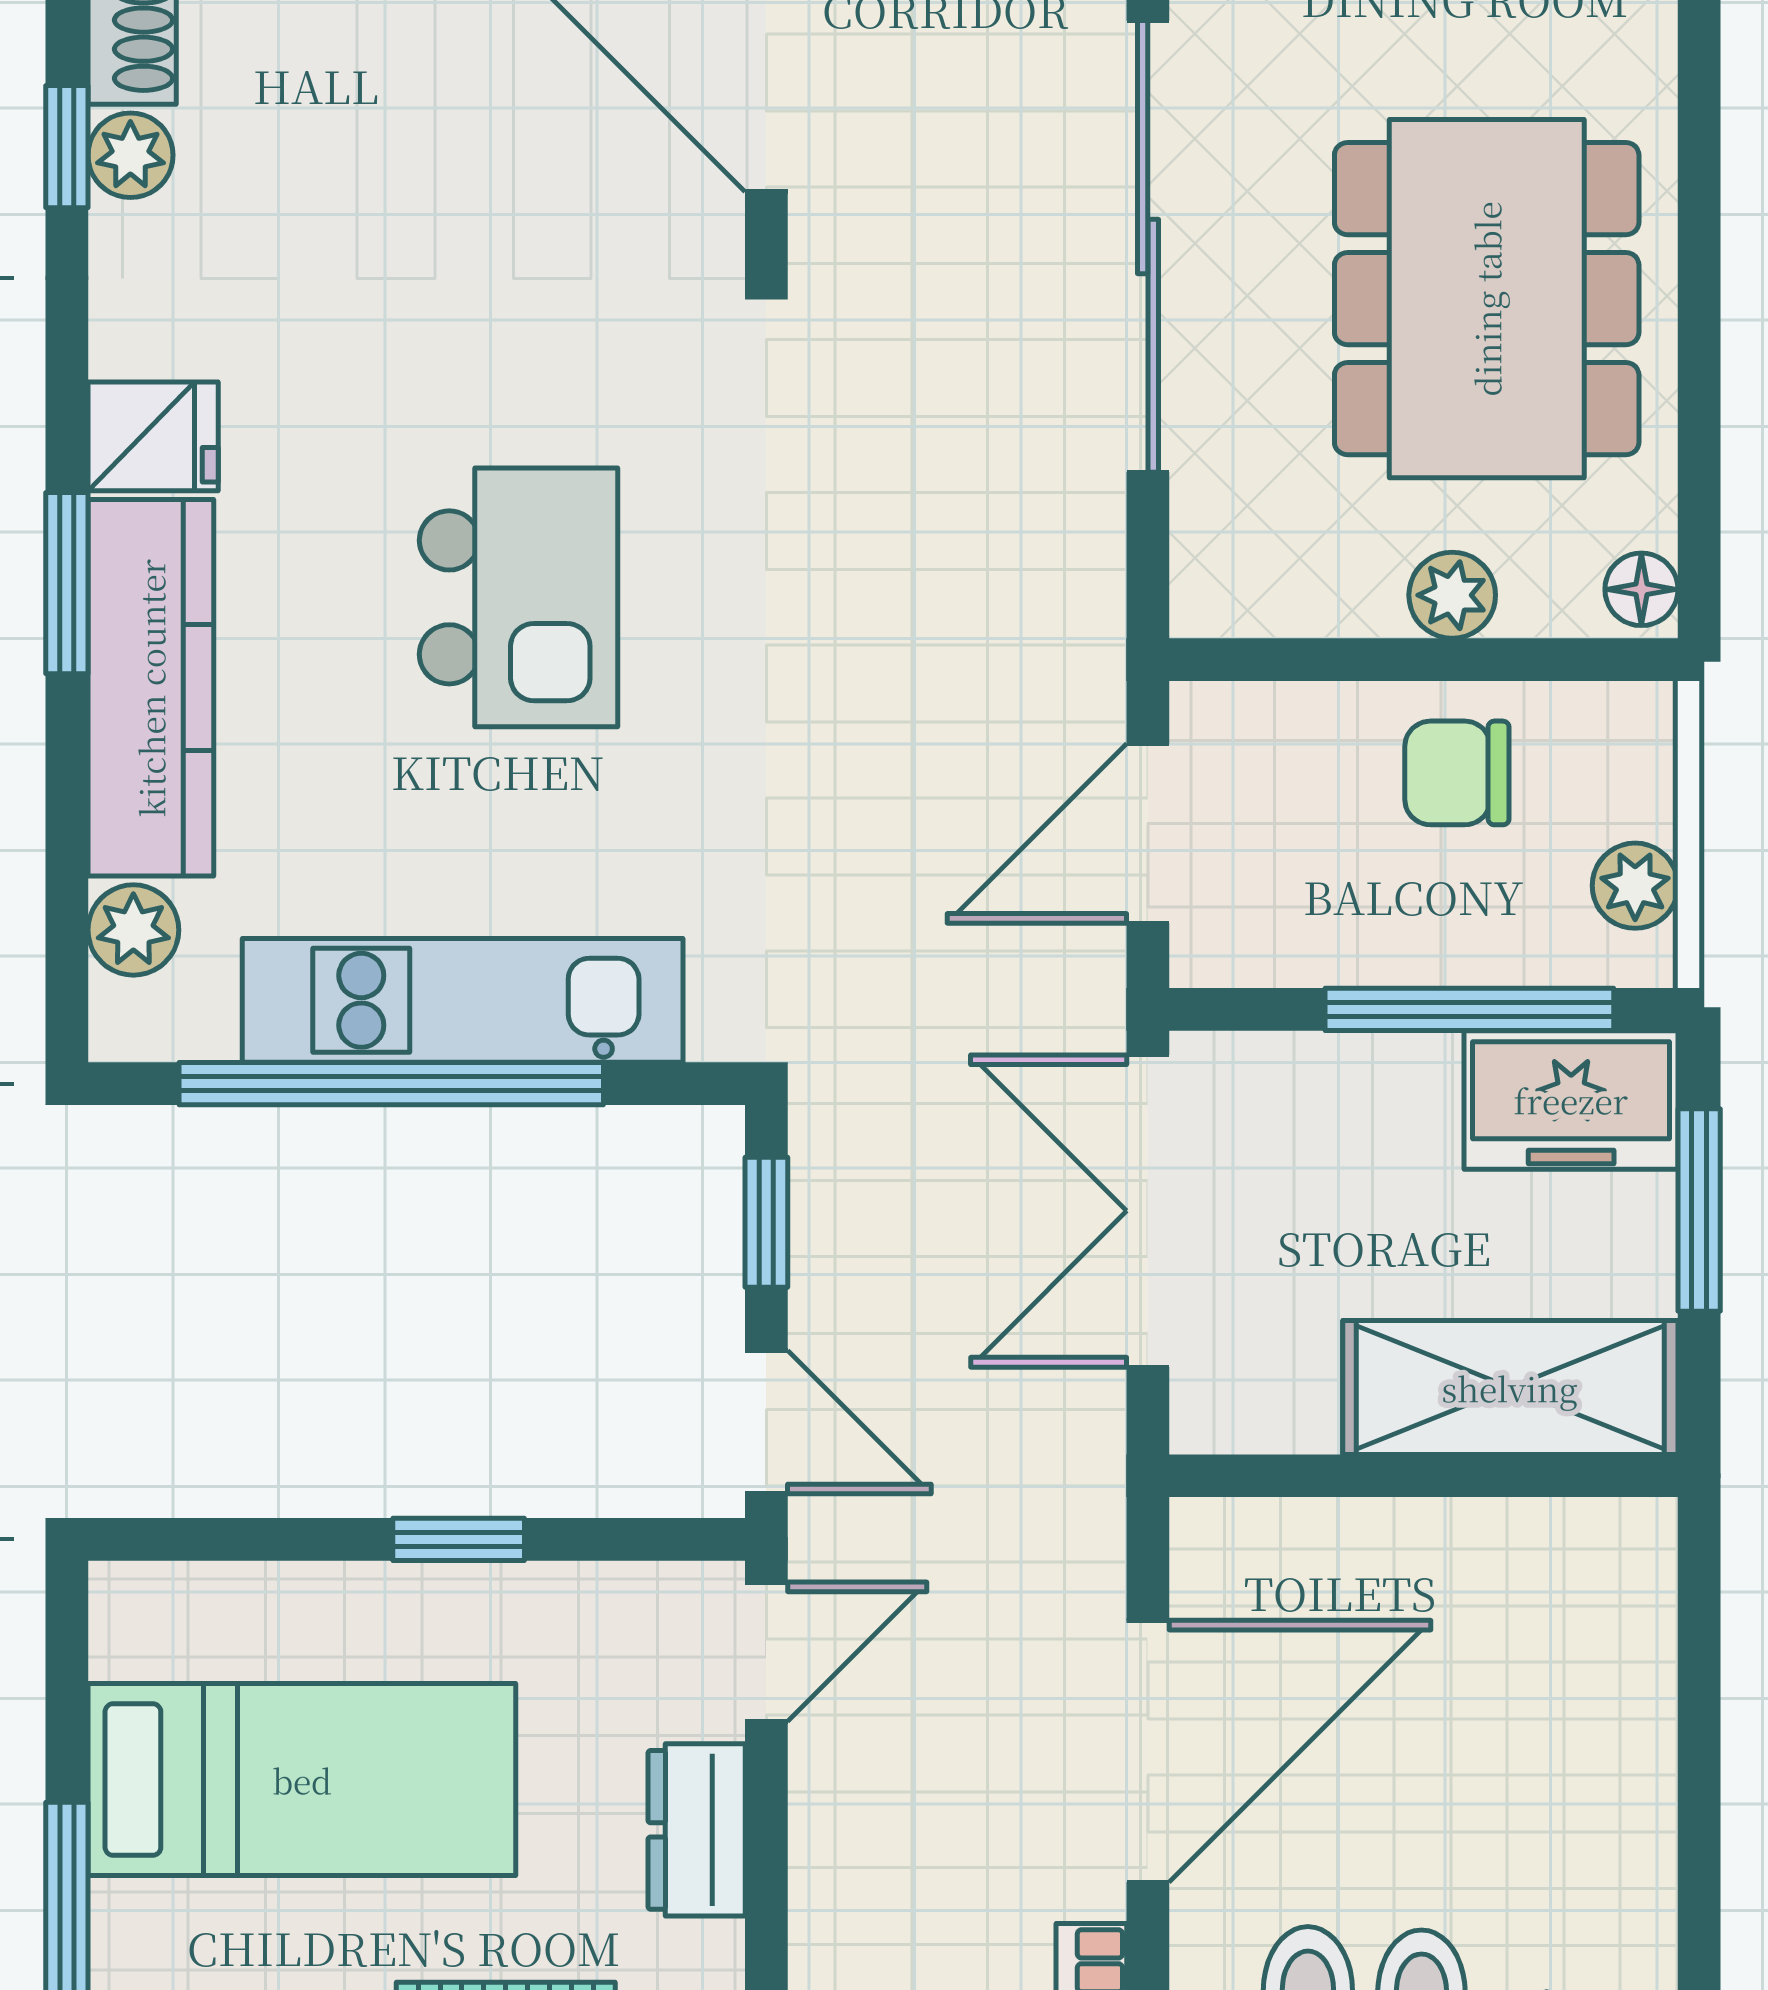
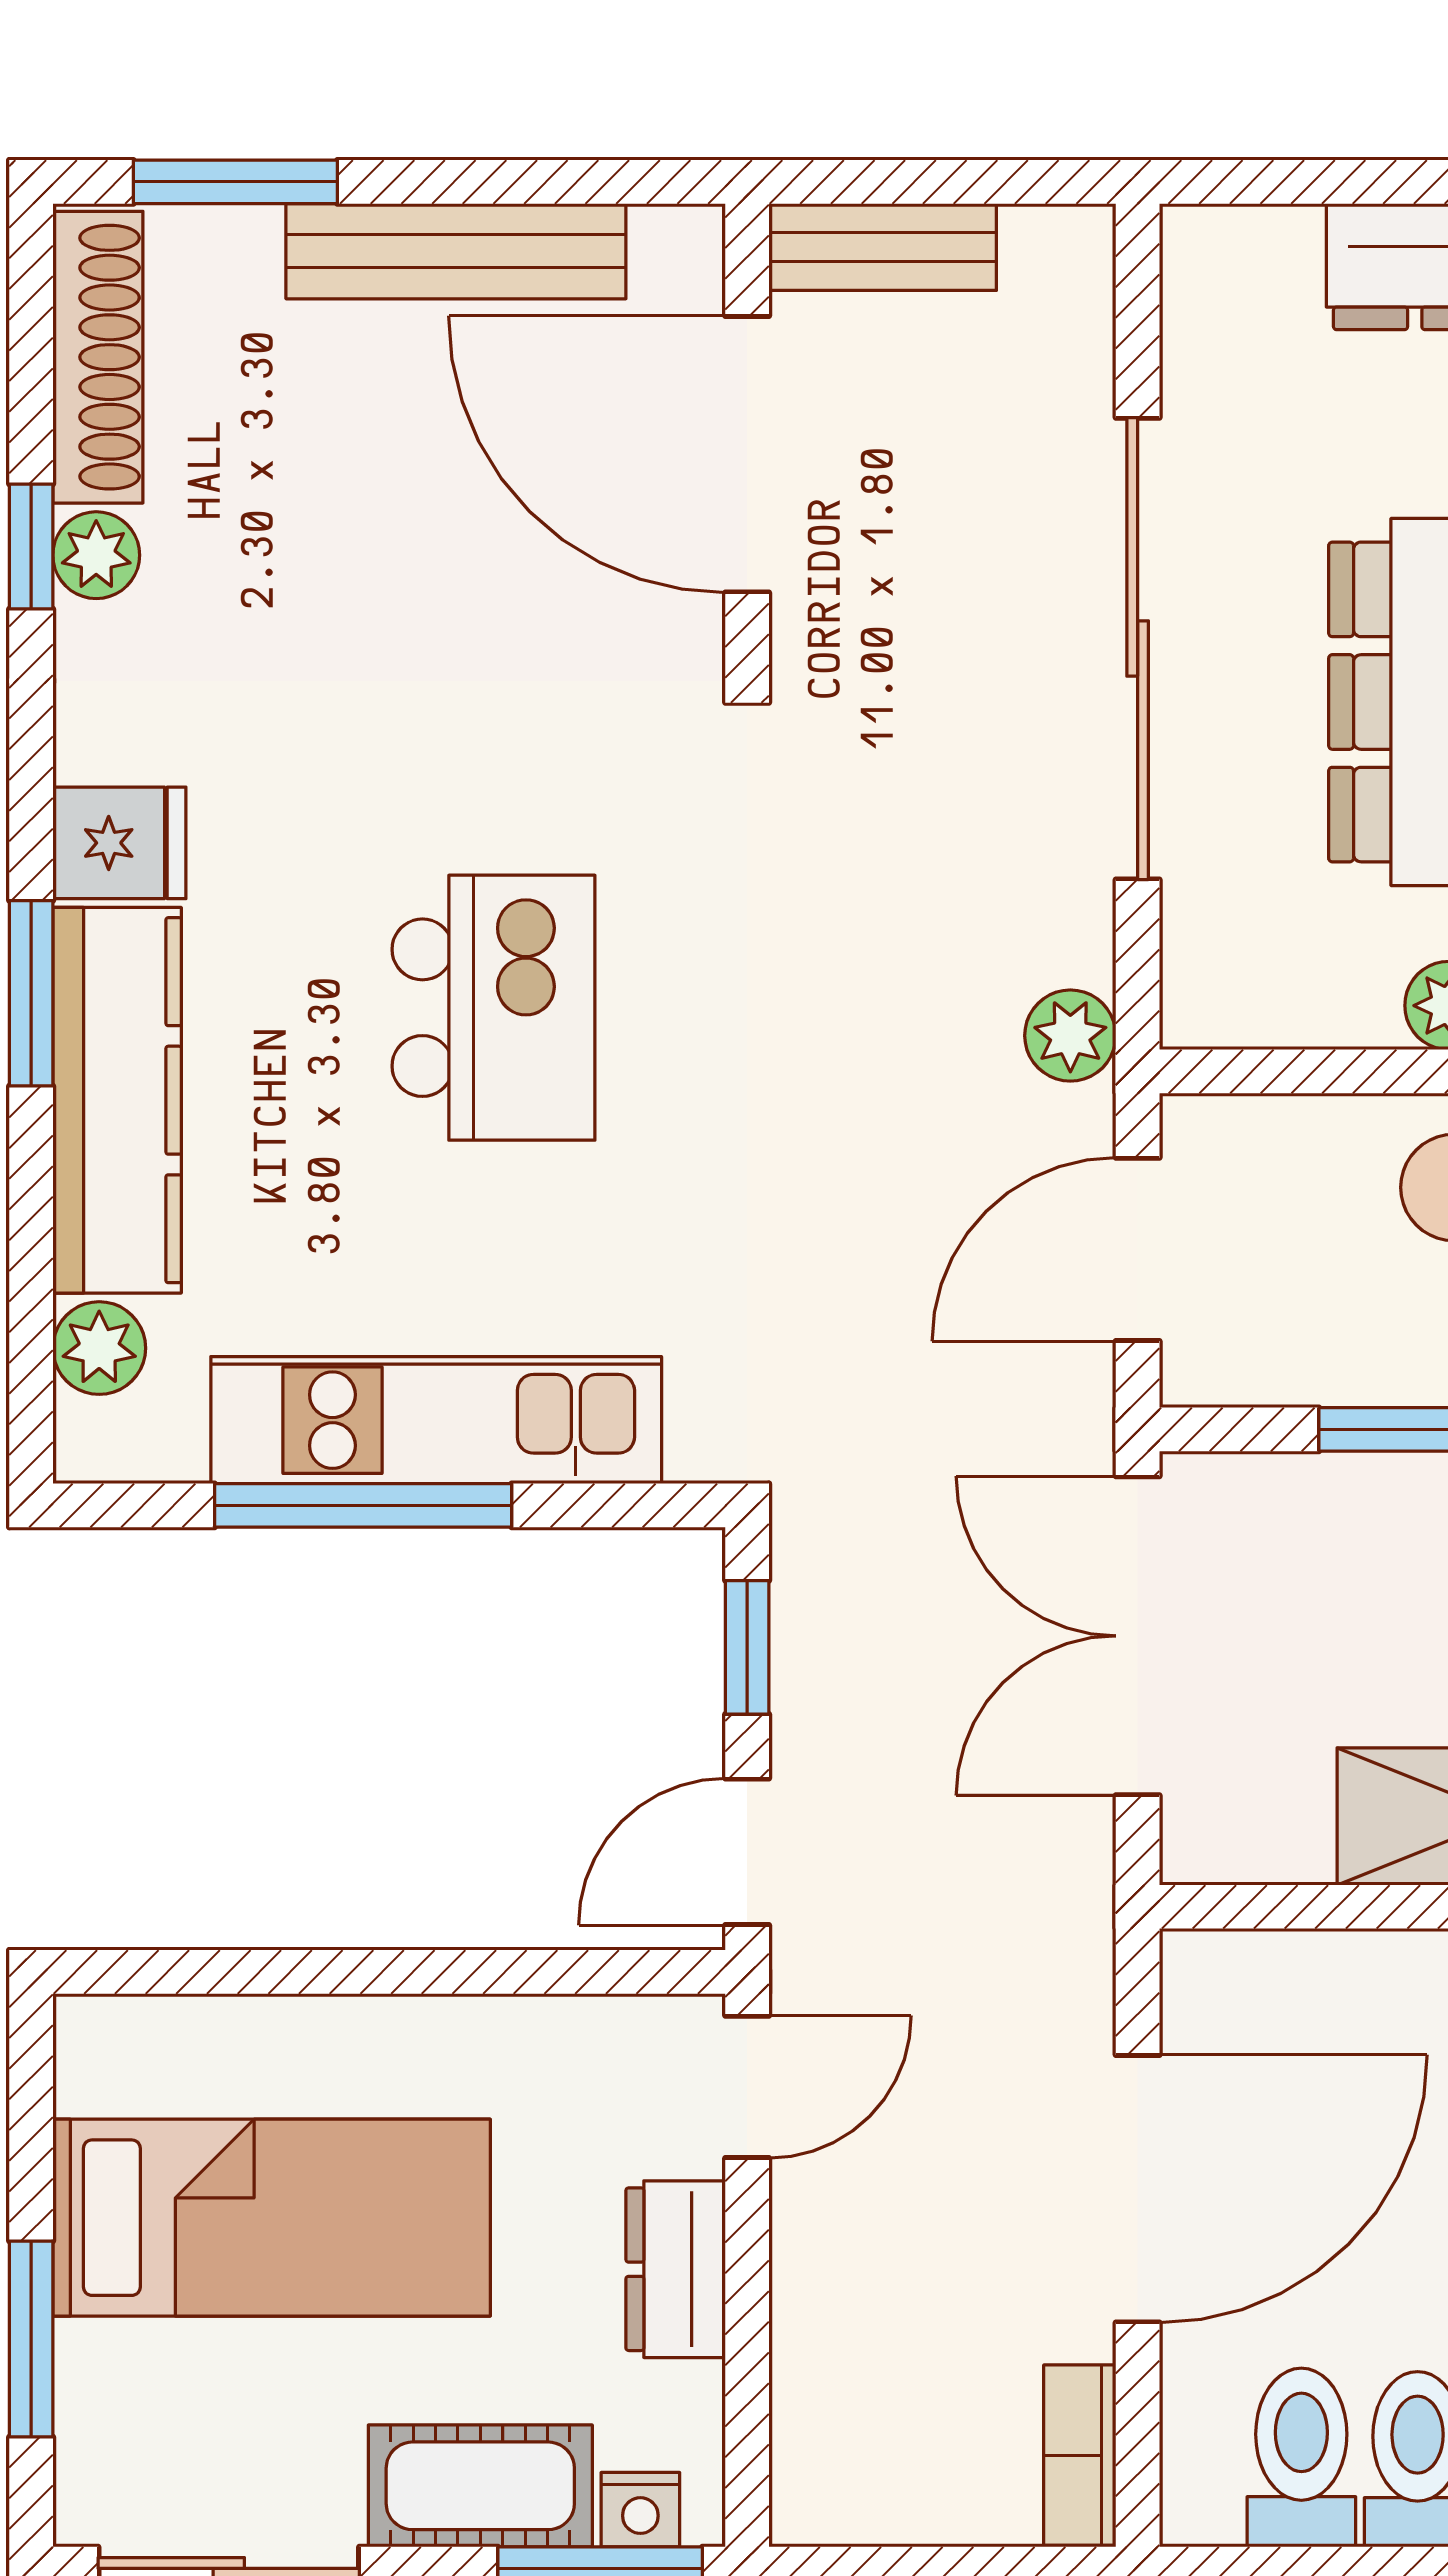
plant: (1082, 625) -> (1070, 1036), added
window: (391, 1084) -> (363, 1505), width x0.68
door: (766, 1422) -> (747, 1852), swing flipped
window: (459, 1539) -> (432, 1972), removed

